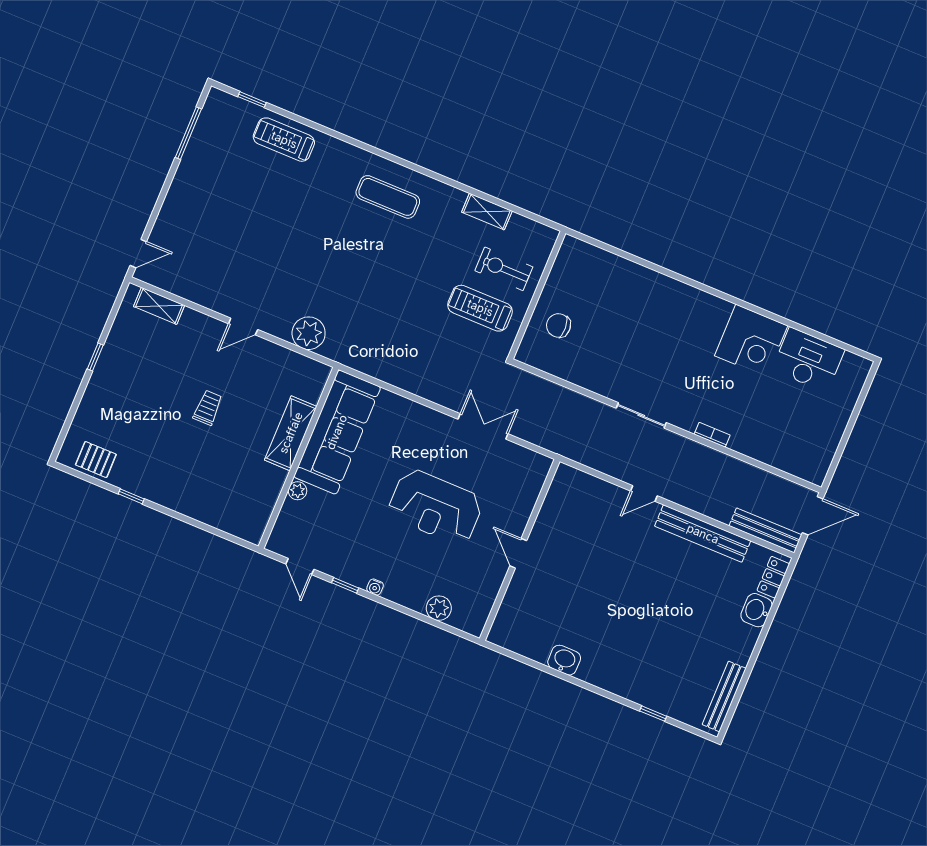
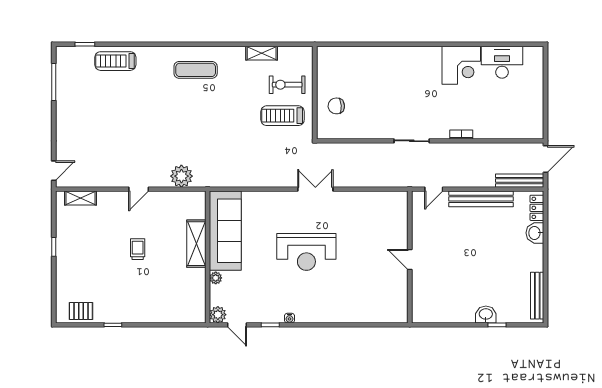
wall: (520, 550) -> (410, 257), moved
door: (518, 553) -> (410, 259), moved
plant: (439, 608) -> (218, 315), moved
washbasin: (564, 660) -> (486, 314), moved

